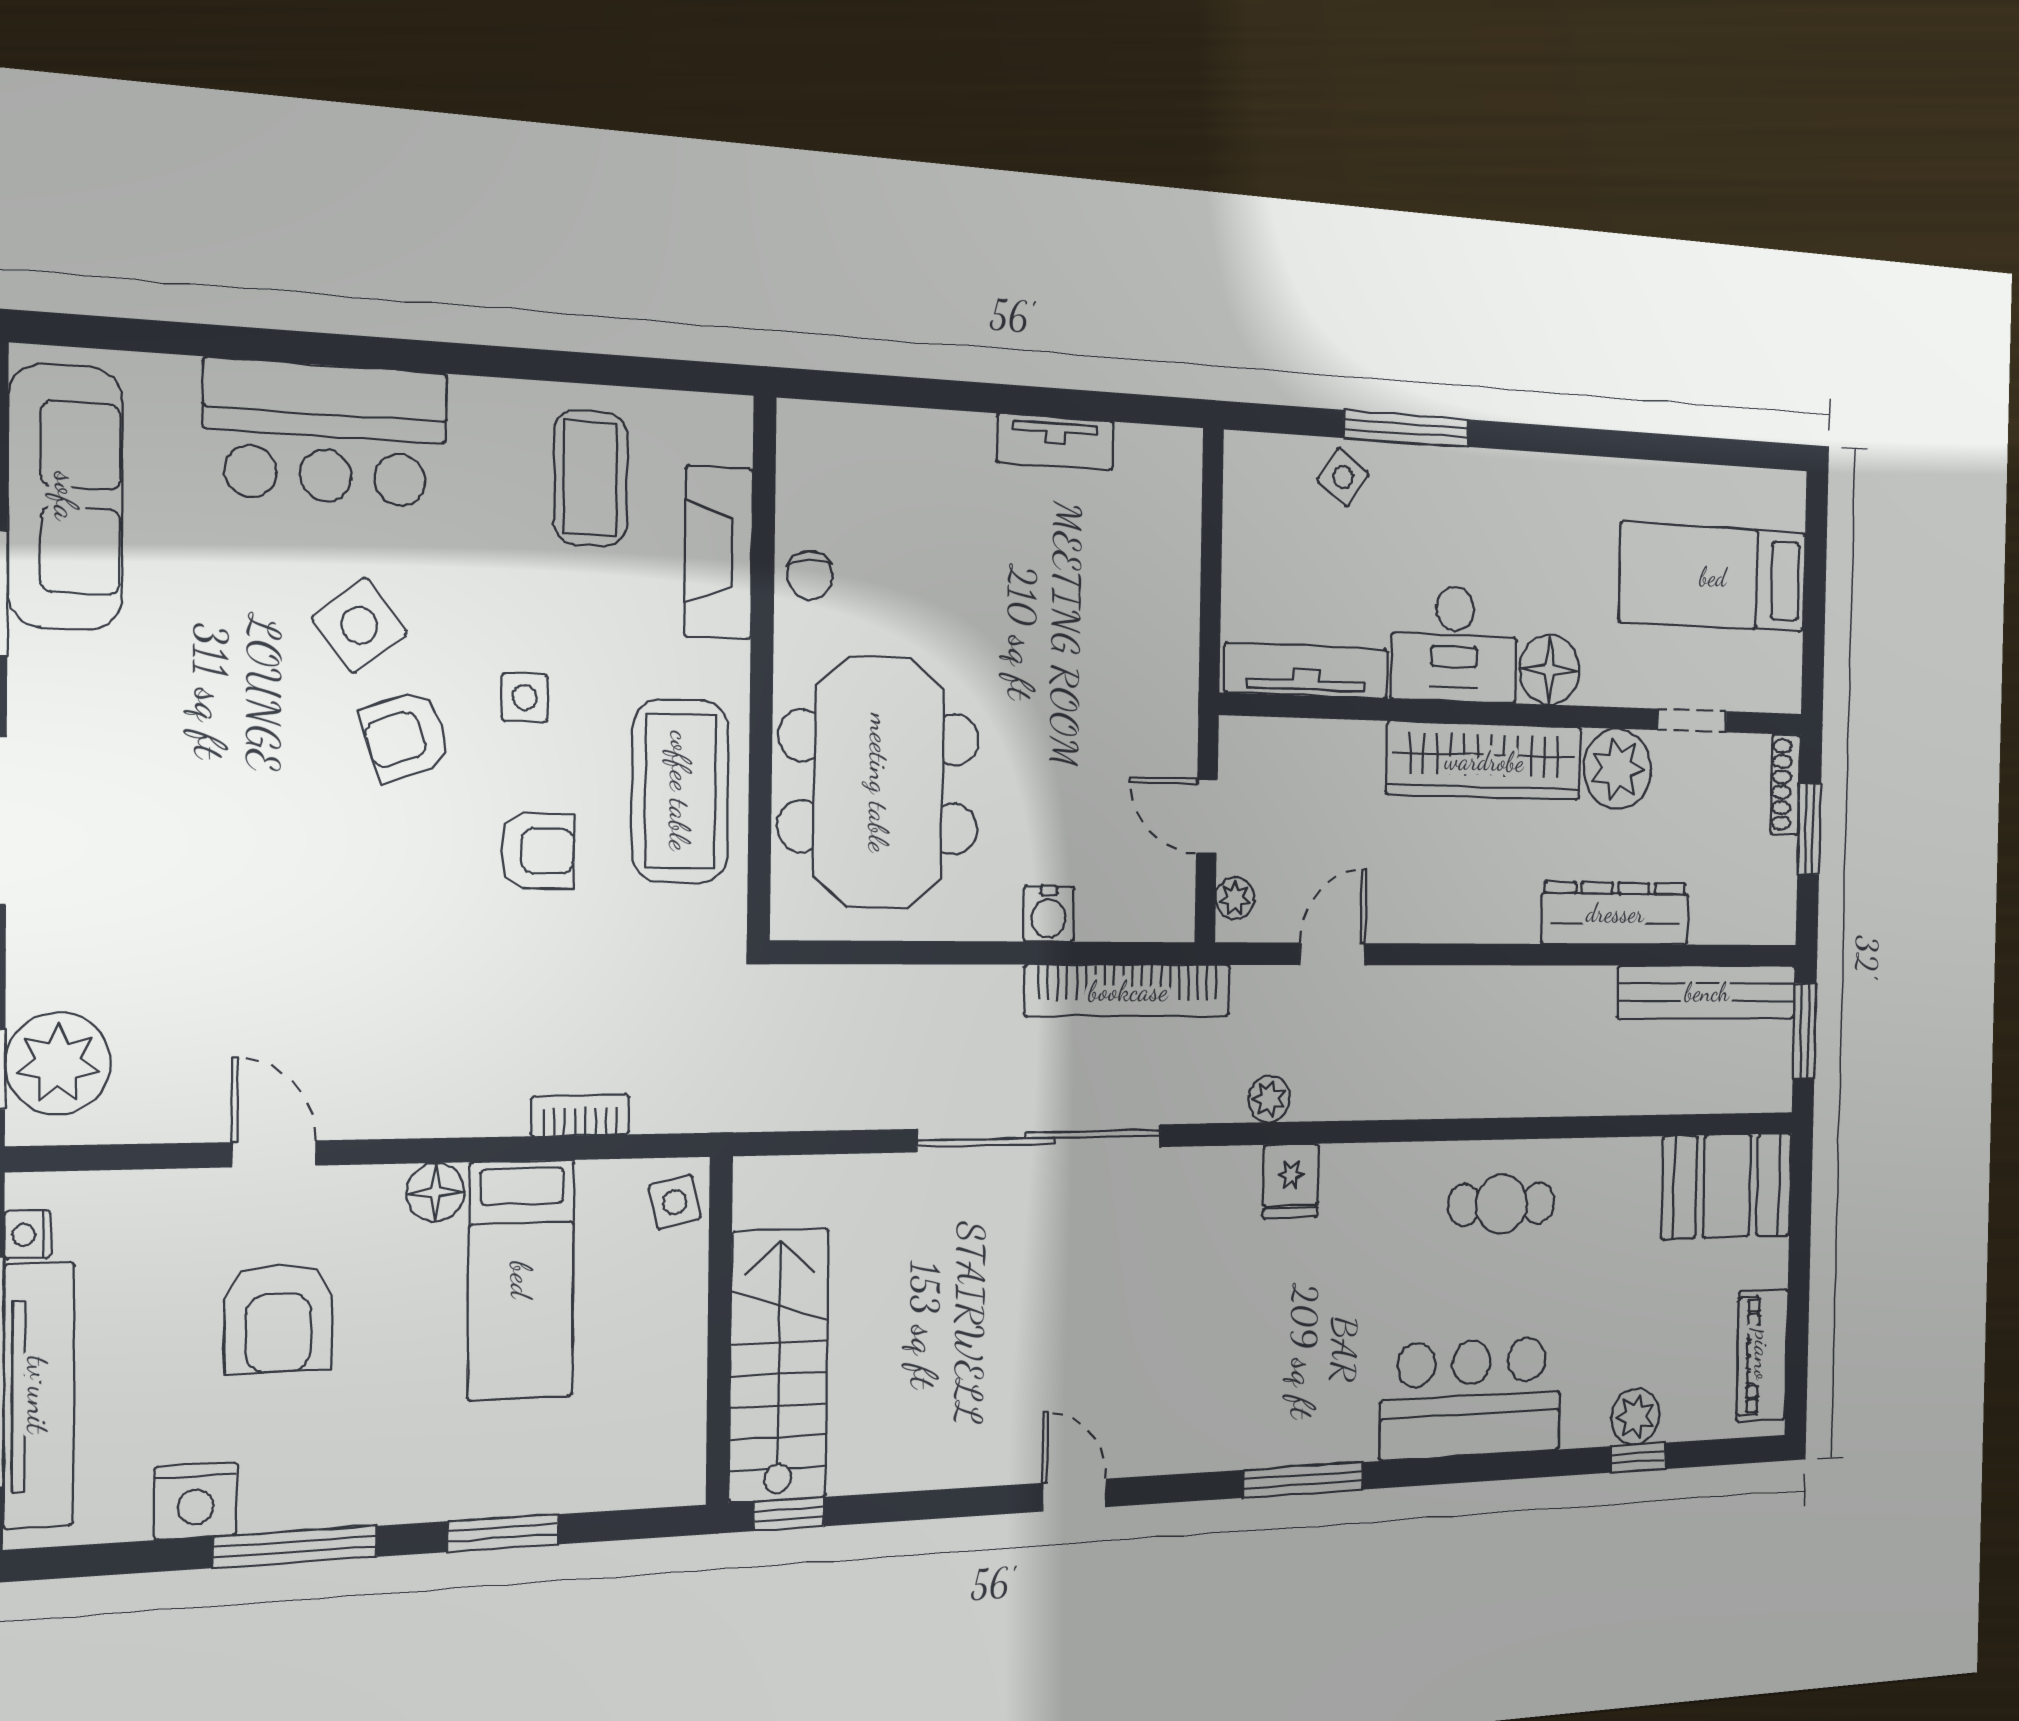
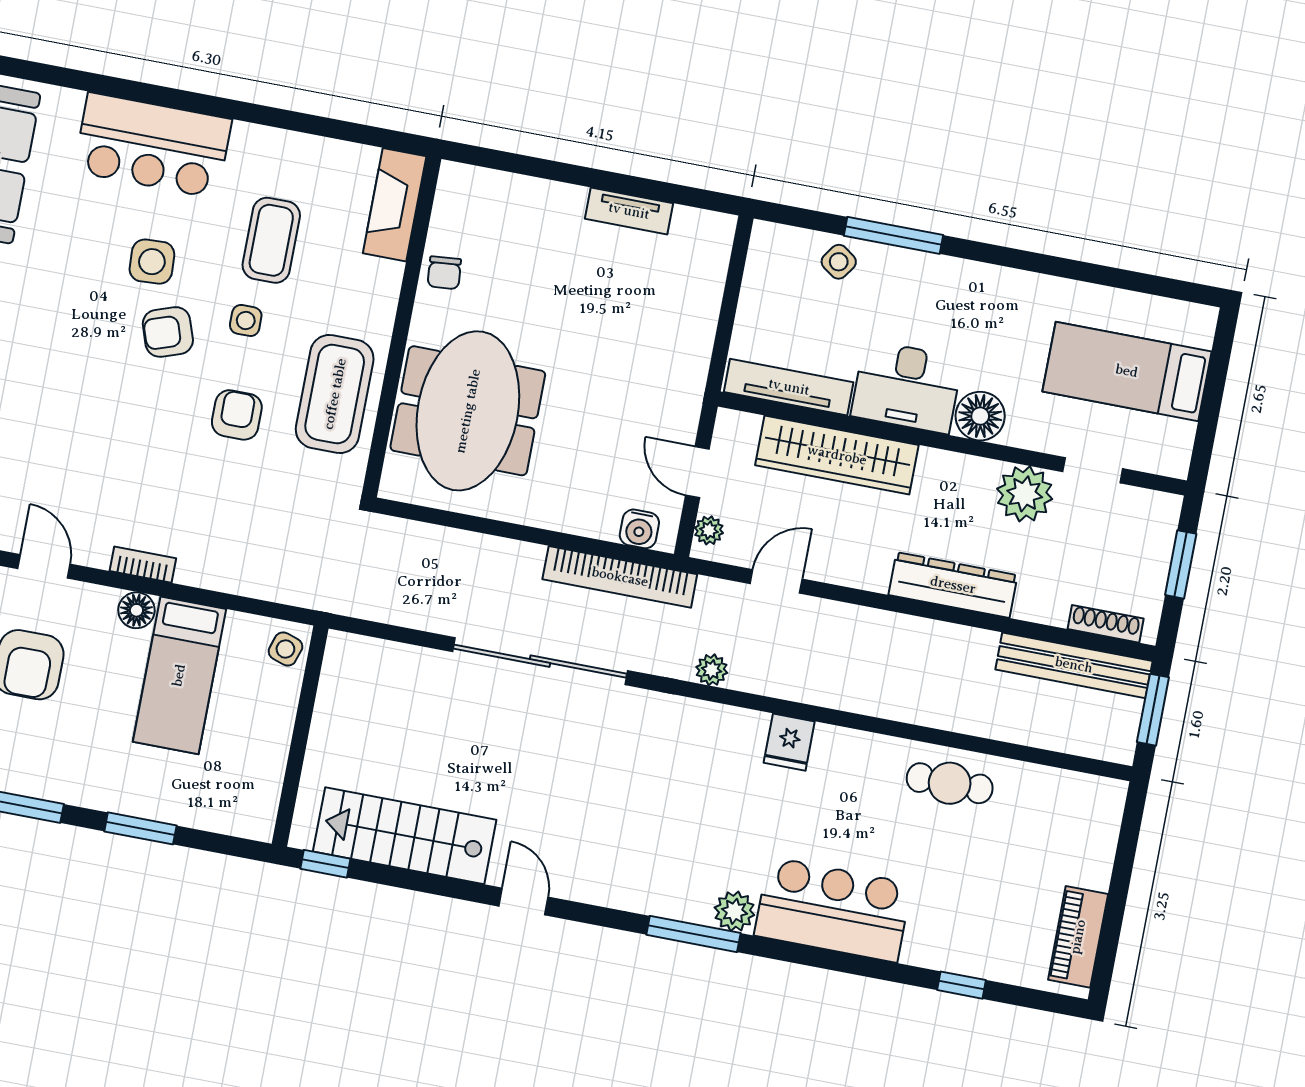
coffee table: (590, 478) -> (271, 240), moved
fireplace: (718, 552) -> (395, 205), moved
side table: (359, 625) -> (152, 262), turned 35
wardrobe: (1484, 761) -> (837, 455), moved
shoe rack: (1785, 785) -> (1106, 624), moved, turned 90
armchair: (537, 851) -> (237, 415), turned -90
dresser: (1615, 913) -> (953, 585), moved
water cooler: (1049, 914) -> (639, 529), moved
bookcase: (580, 1115) -> (143, 565), moved
fridge: (1291, 1181) -> (789, 742), moved
booth: (1727, 1186) -> (1068, 808), removed
side table: (675, 1202) -> (285, 649), turned 31
cafe table: (1501, 1204) -> (950, 783), moved
stairs: (779, 1365) -> (405, 836), moved, turned -90
plant: (1635, 1416) -> (734, 911), moved

